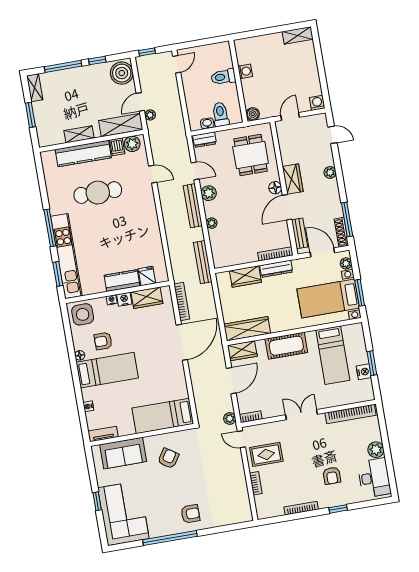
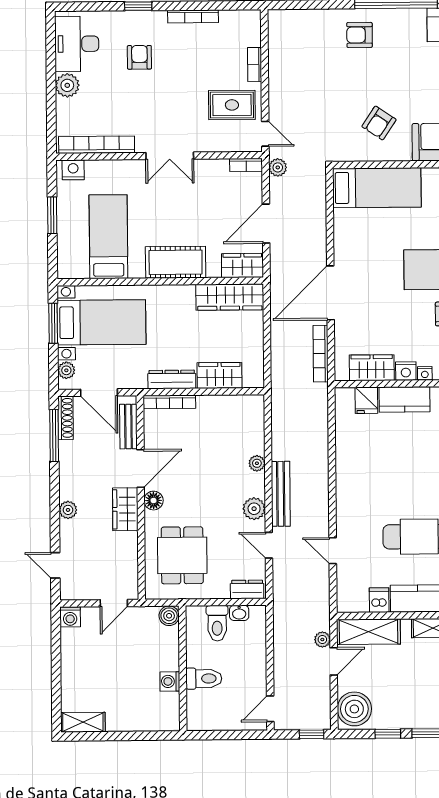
plant: (132, 144) -> (356, 601), removed
bench: (203, 262) -> (280, 407), removed
nightstand: (364, 372) -> (73, 170), moved, turned 90

